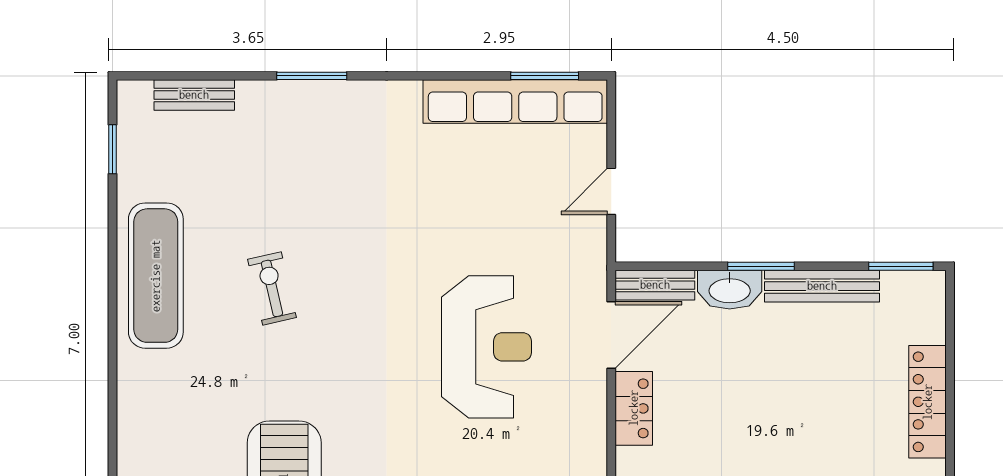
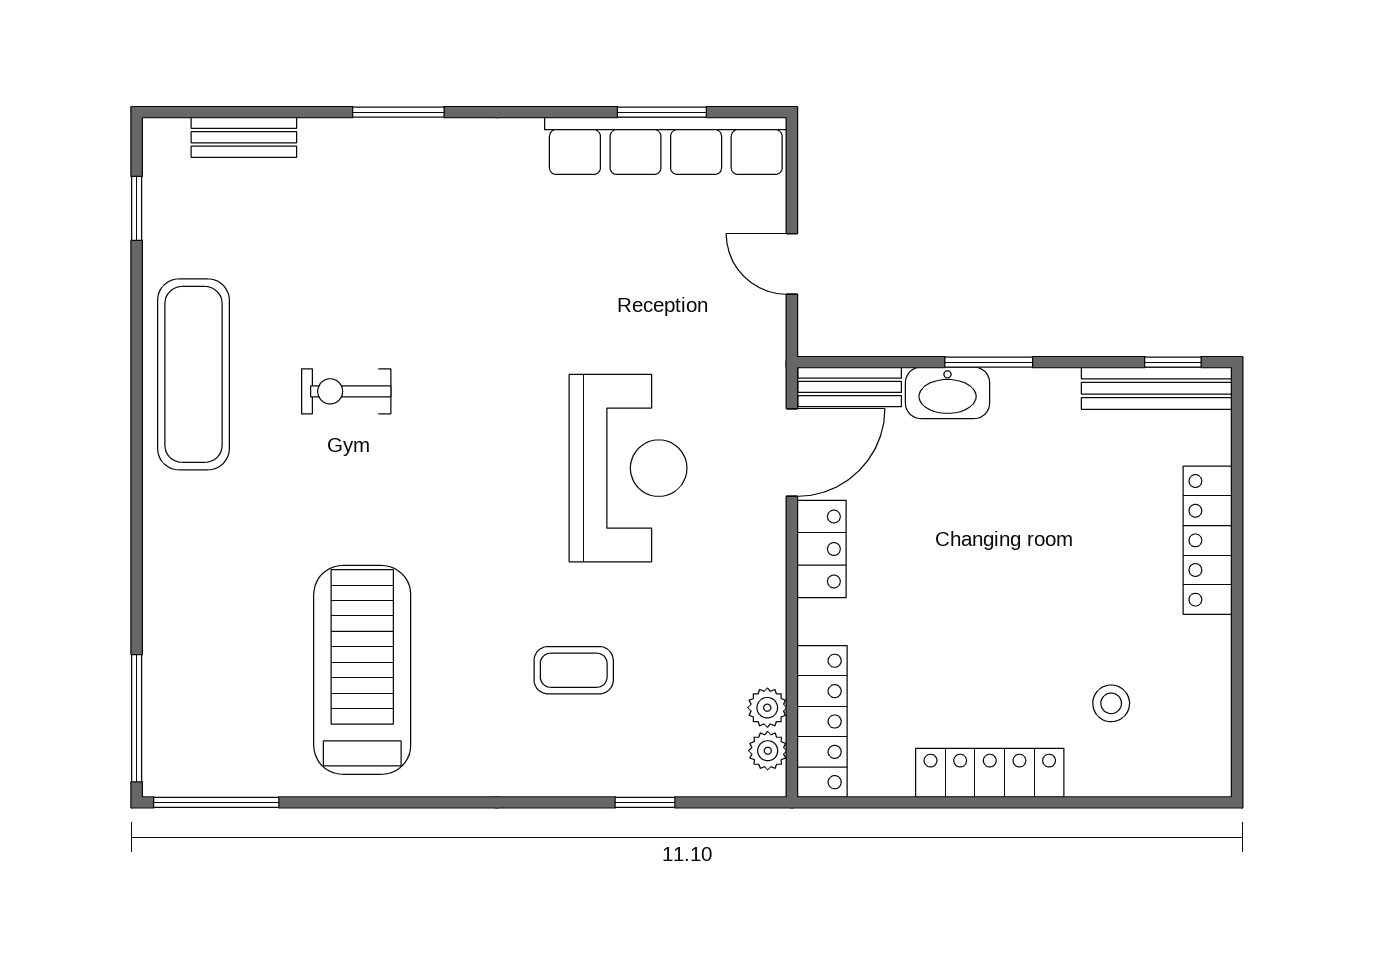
window: (545, 76) -> (662, 112), moved
door: (611, 191) -> (792, 264), hinge flipped
window: (901, 266) -> (1173, 362), width x0.67
bench: (822, 286) -> (1157, 388), moved
exercise bike: (272, 288) -> (346, 391), turned -77

